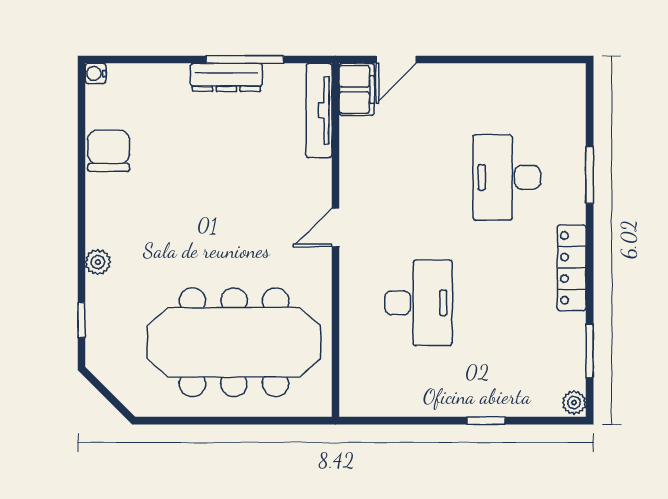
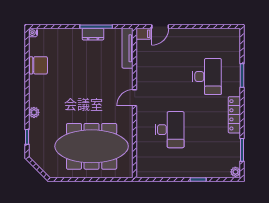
dresser: (226, 77) -> (93, 34), width x0.70
filing cabinet: (357, 89) -> (143, 34), width x0.50
chair: (109, 151) -> (38, 65), turned 90
desk: (507, 177) -> (207, 77), turned 180

